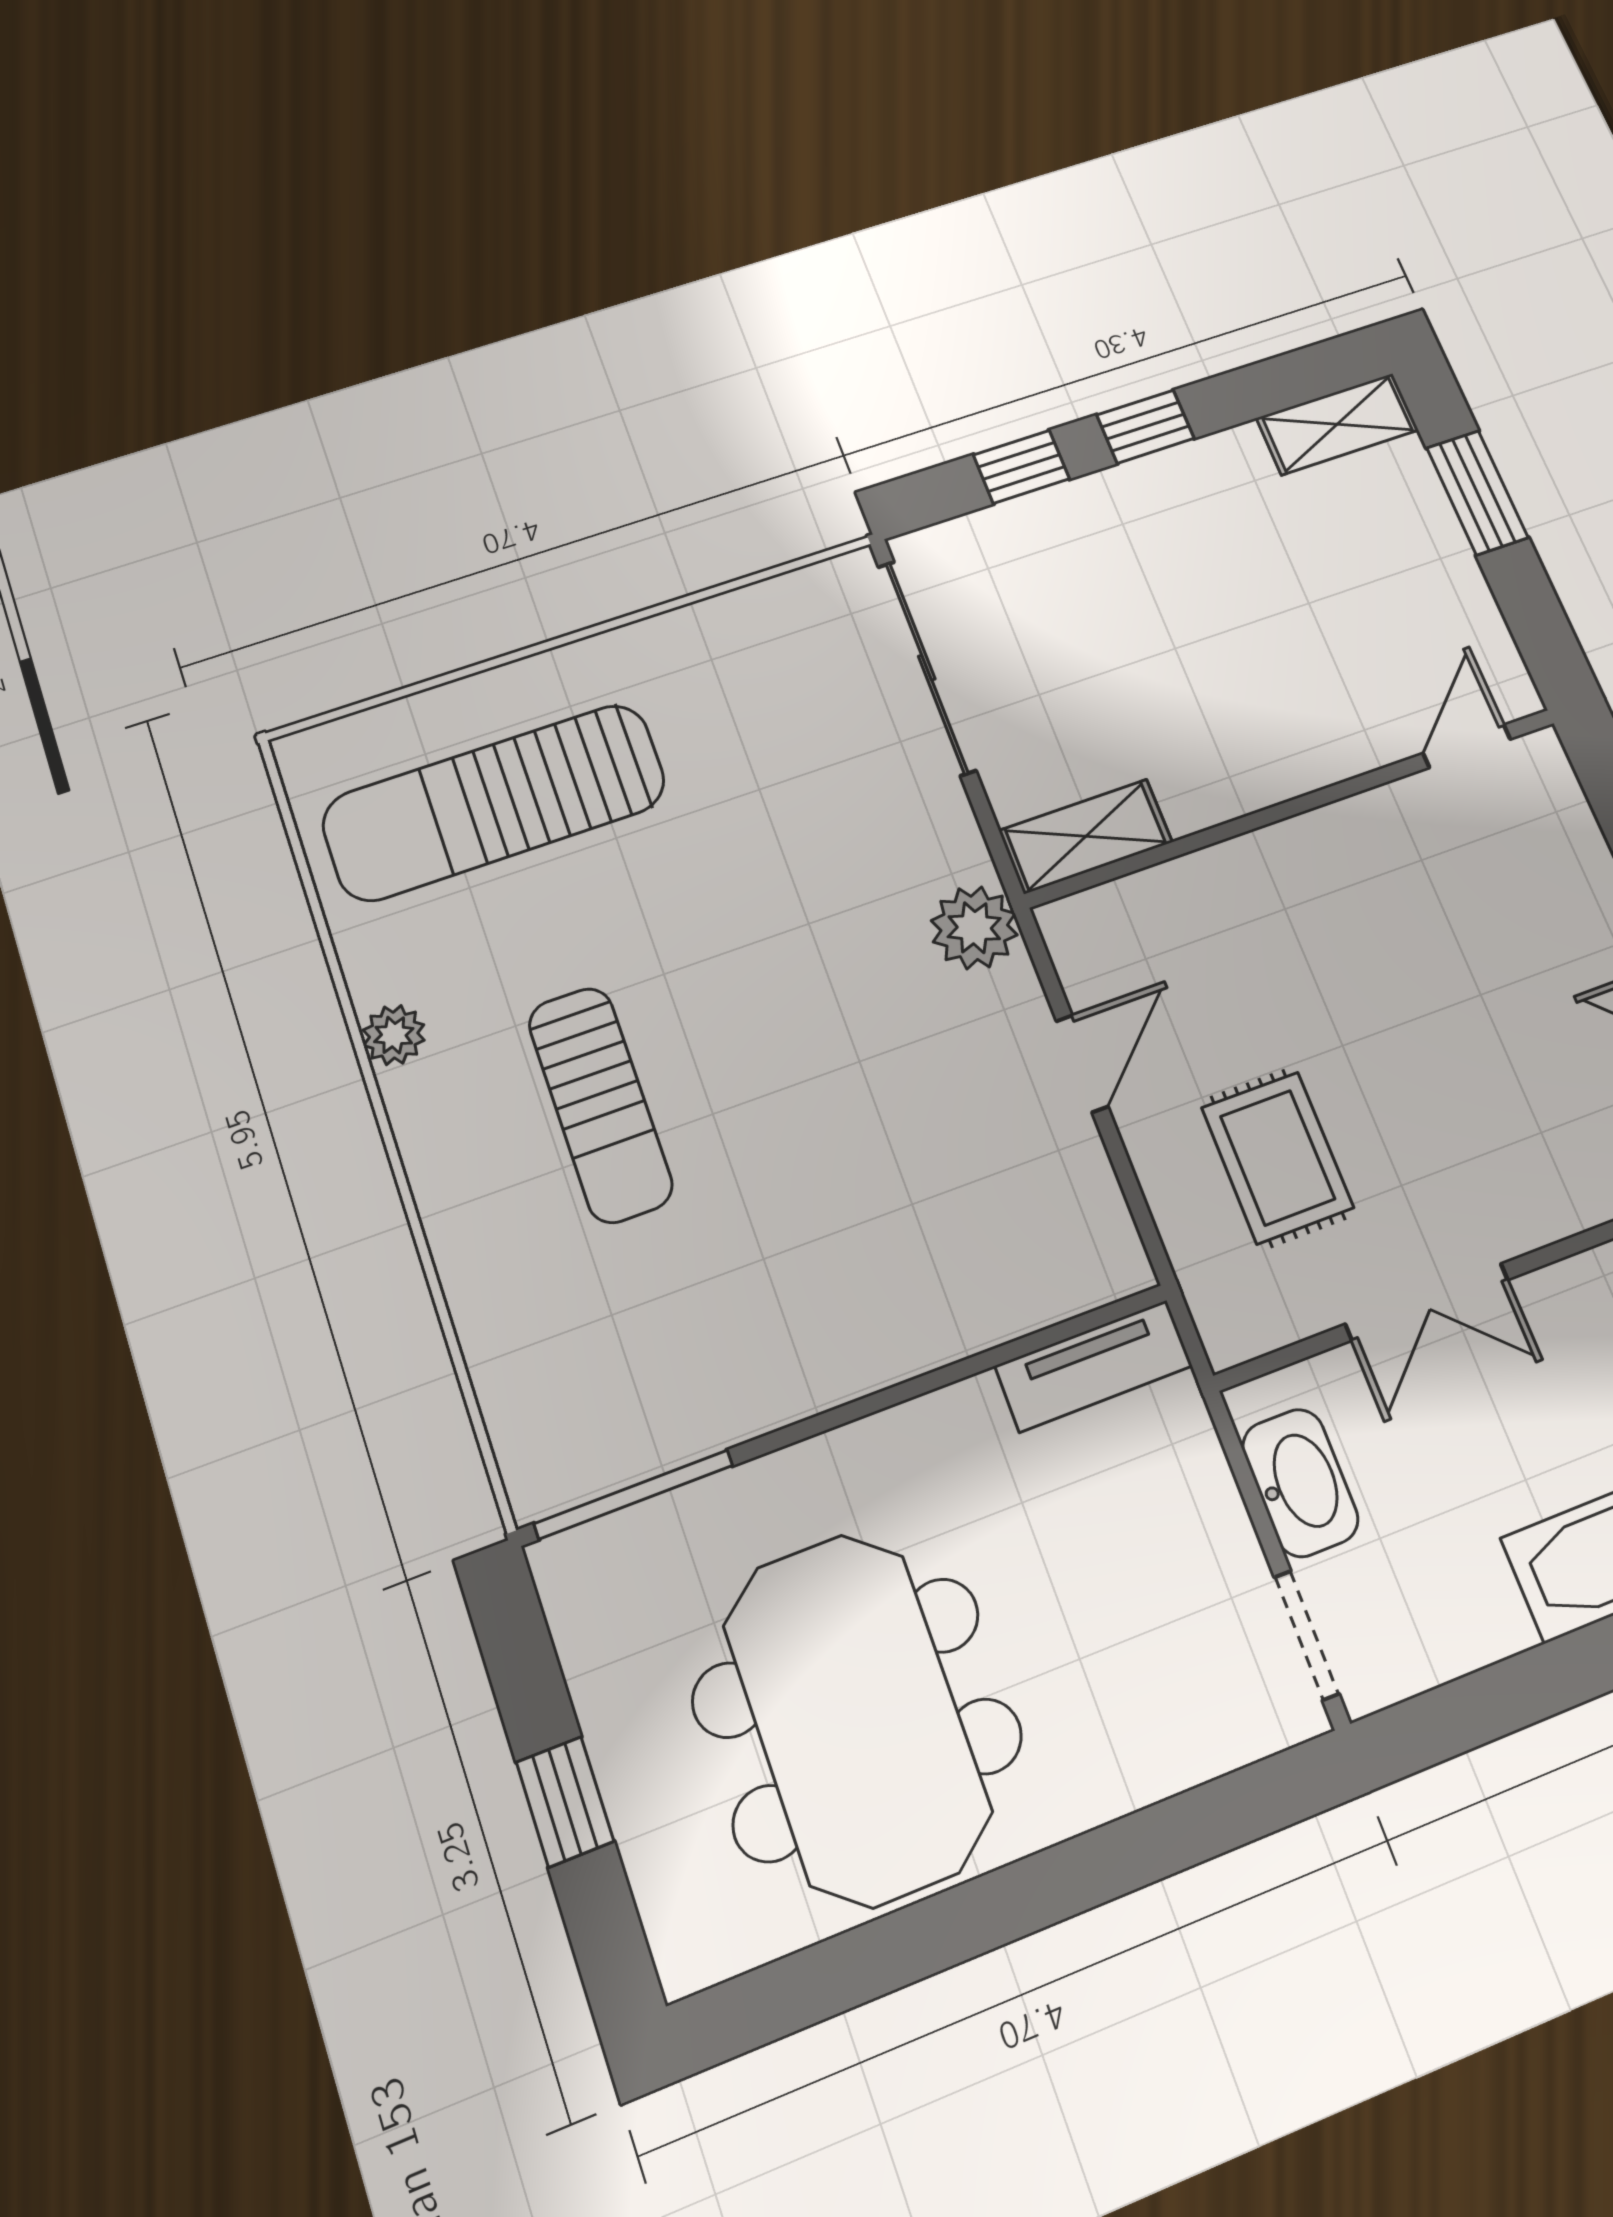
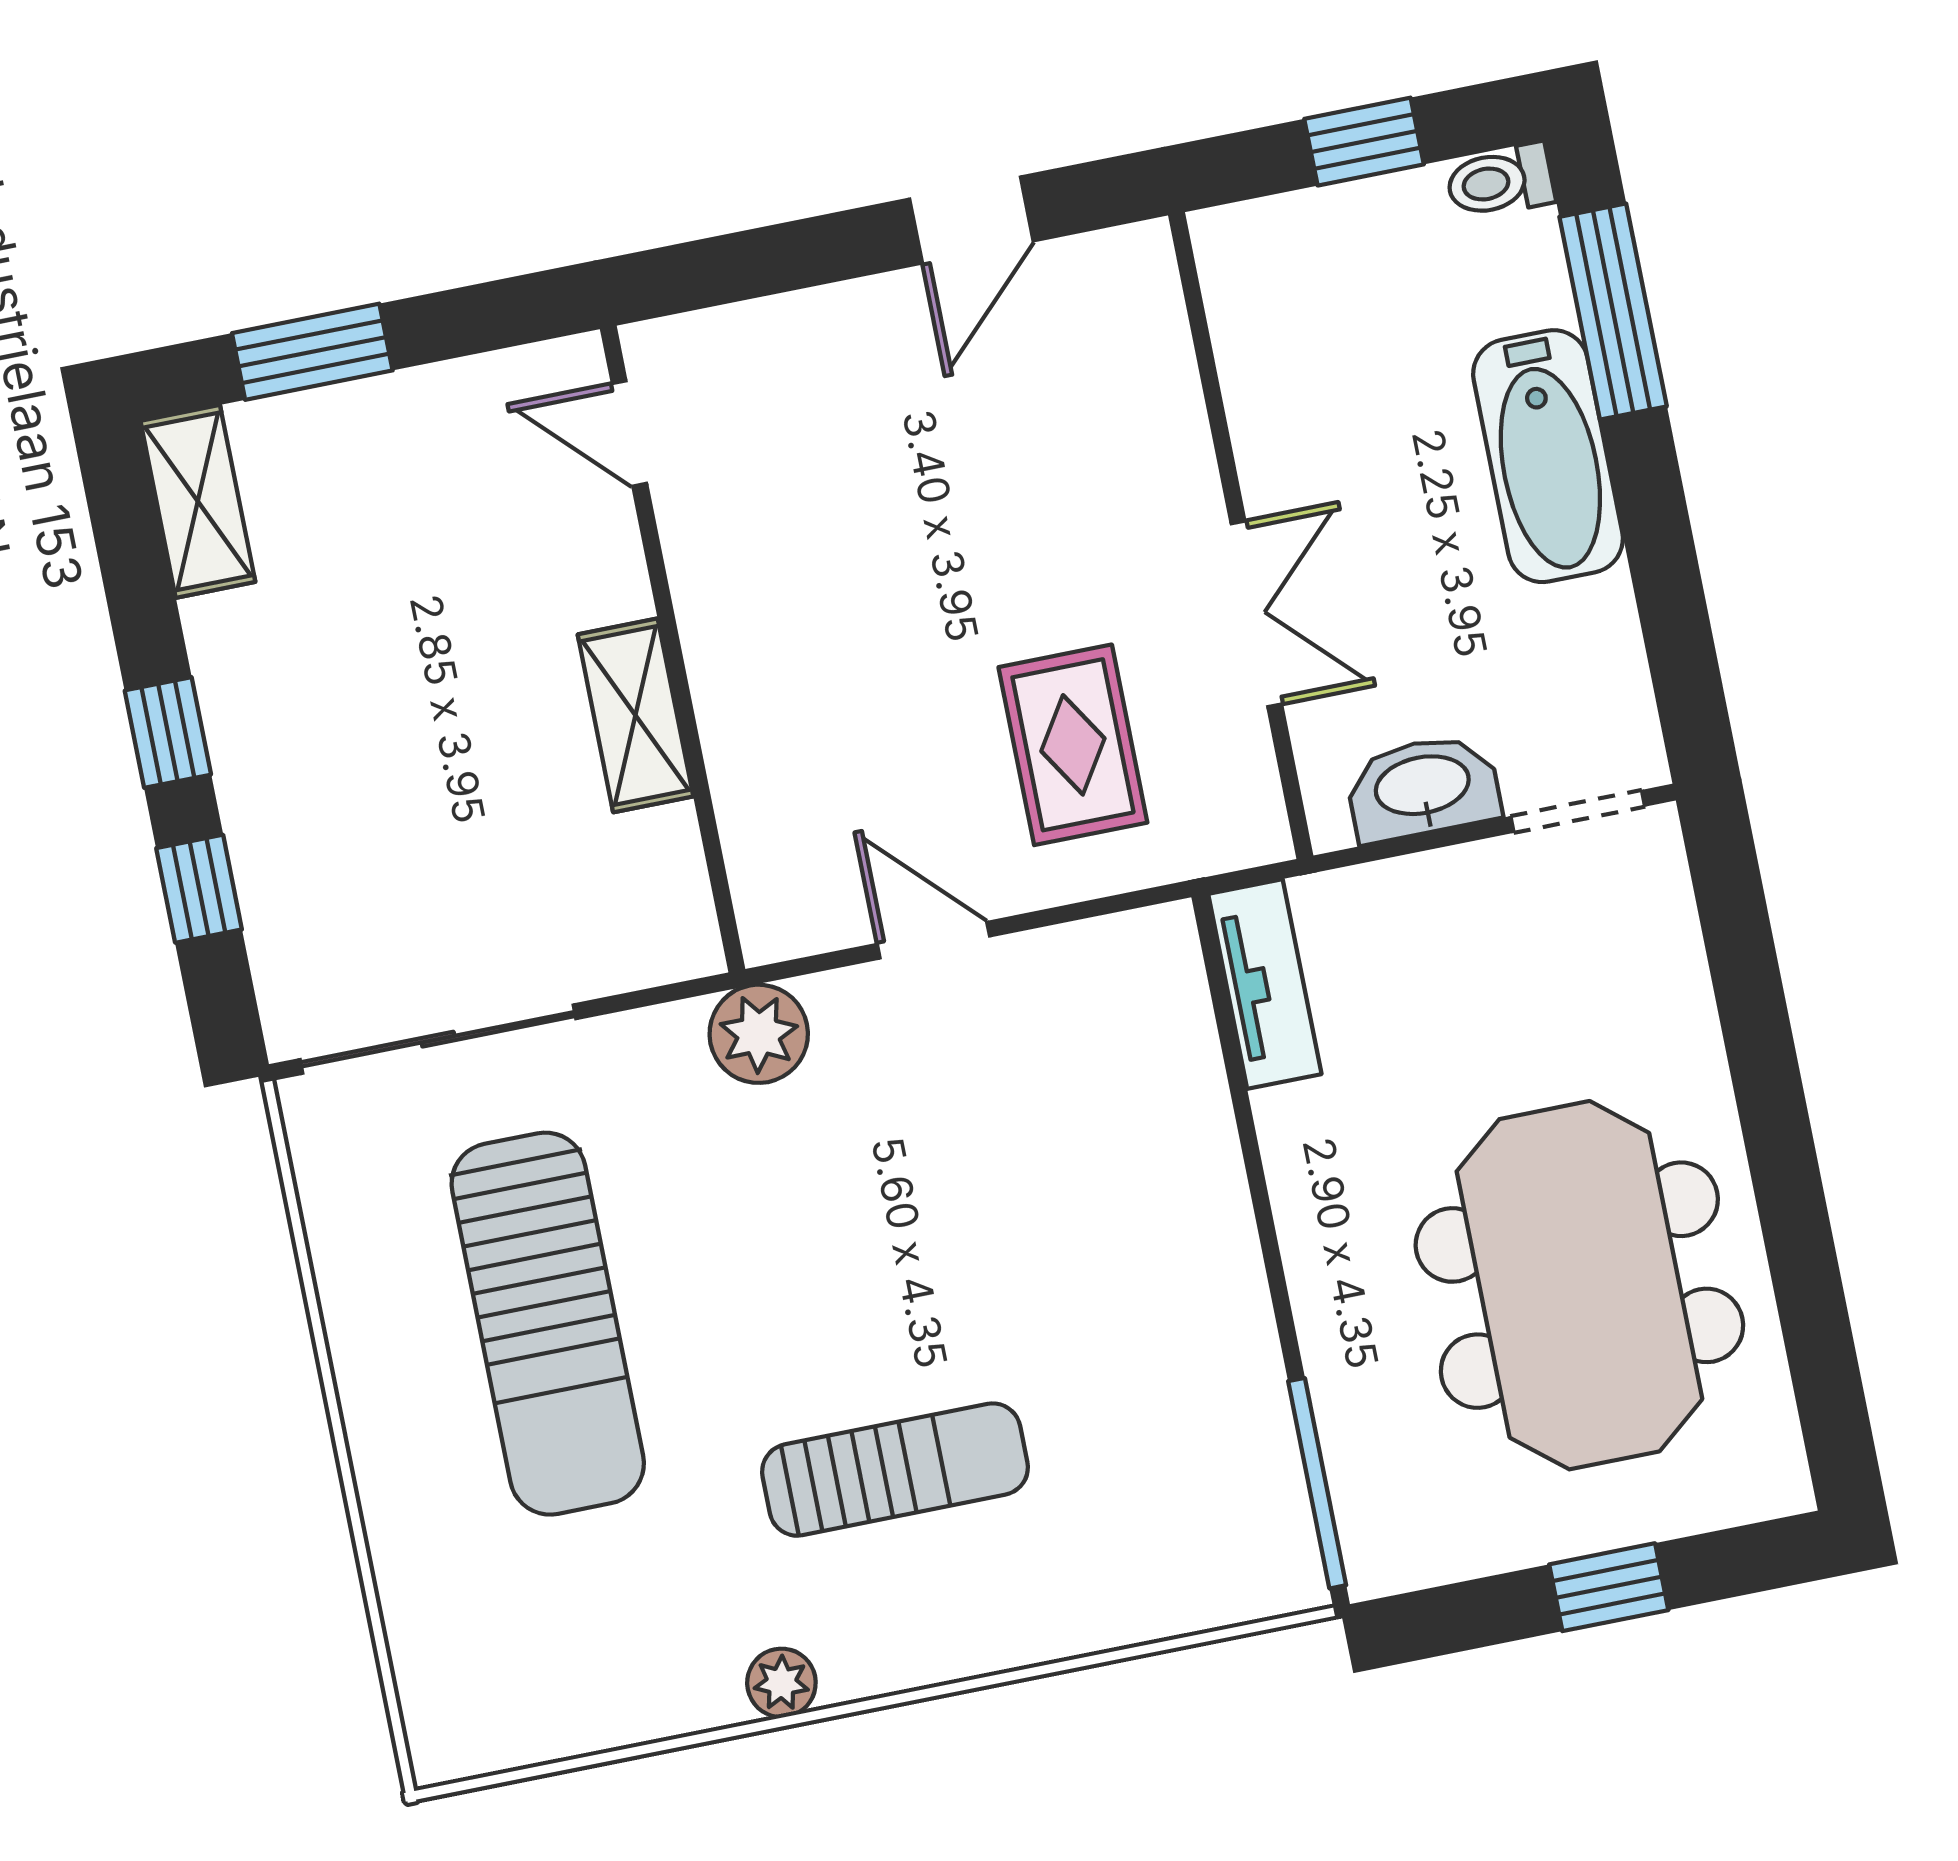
sun lounger: (495, 802) -> (548, 1324), moved
shelving: (1086, 836) -> (635, 715), moved
rug: (1278, 1158) -> (1073, 745), turned 90
meeting table: (857, 1718) -> (1579, 1285), turned 90

